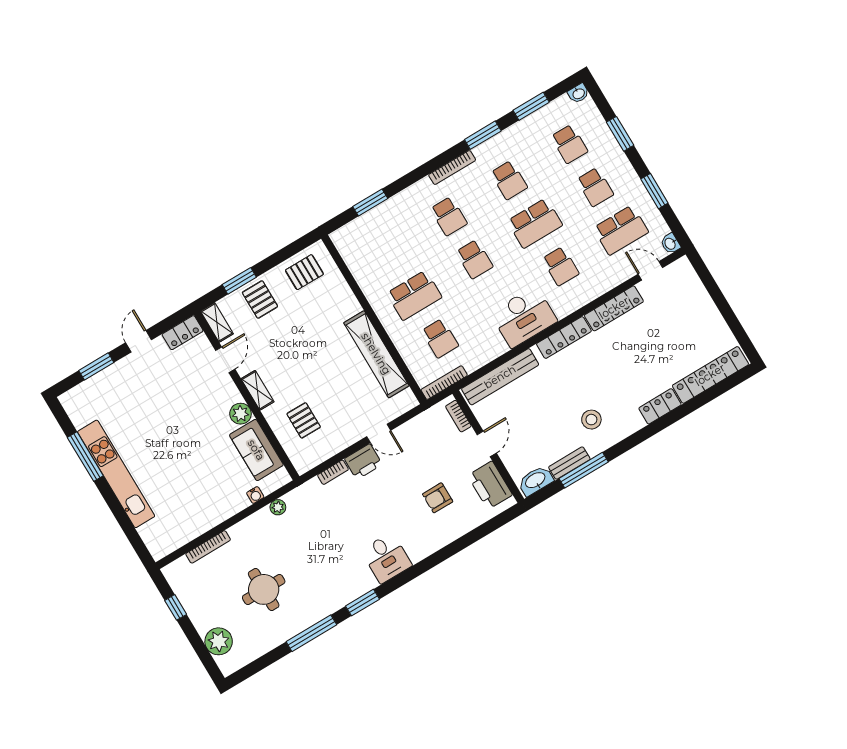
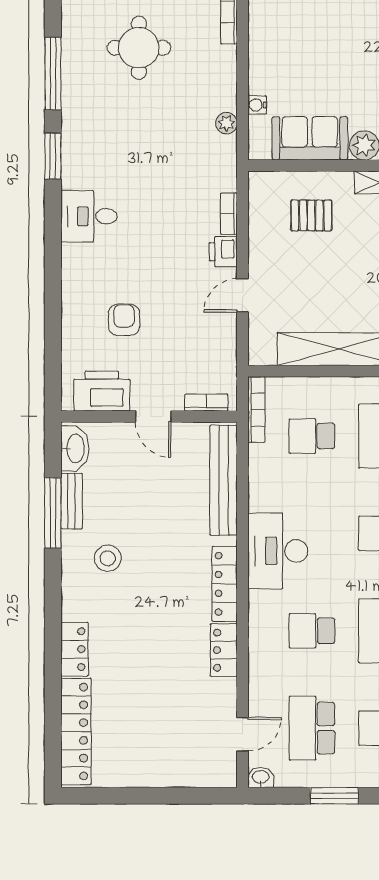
locker: (614, 308) -> (224, 650), width x0.66
printer: (363, 462) -> (223, 252), width x0.73, depth x0.81

